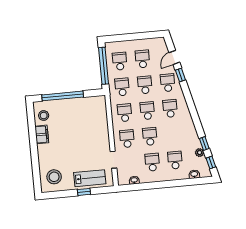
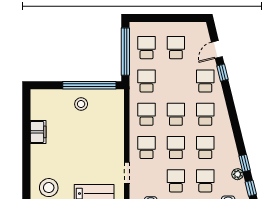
school desk: (145, 85) -> (205, 148), moved
window: (63, 96) -> (89, 85), moved
stool: (44, 116) -> (81, 104), moved

